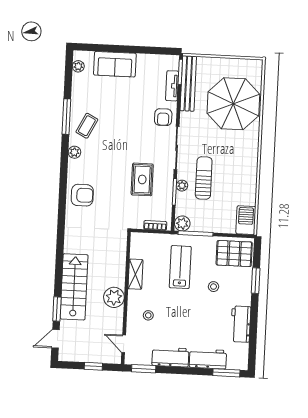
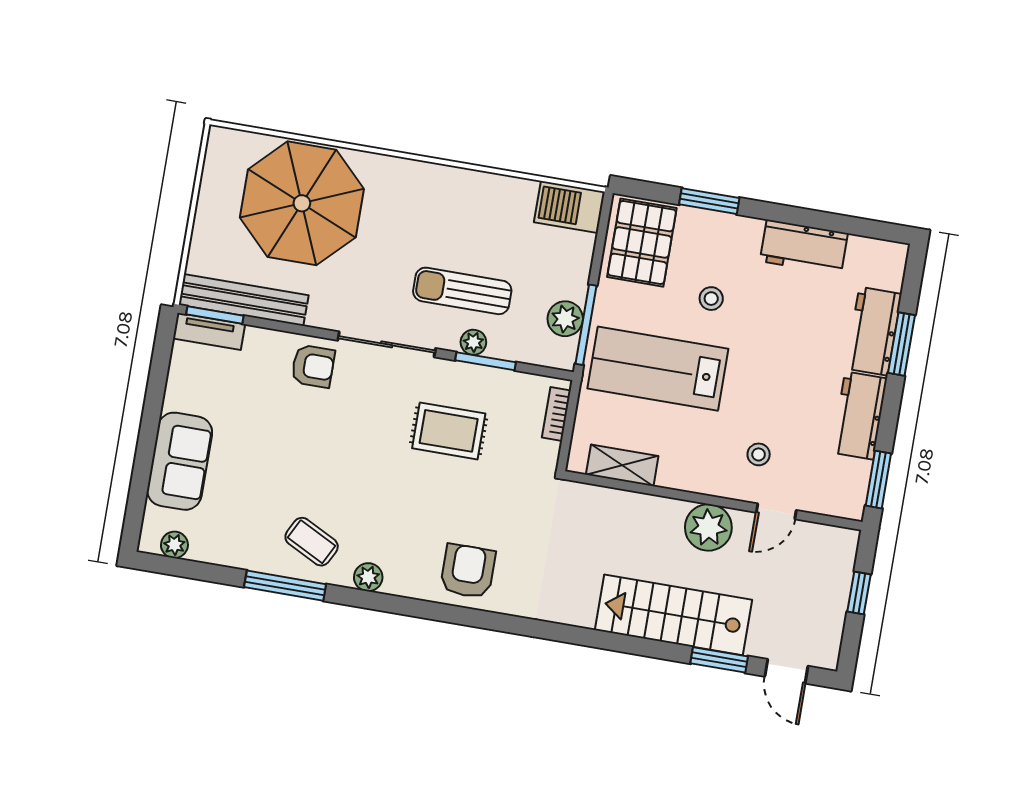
tv unit: (172, 86) -> (209, 331), moved
plant: (182, 223) -> (565, 319), moved
lab bench: (180, 267) -> (658, 369), width x1.36, depth x1.39
shelving: (135, 274) -> (622, 465), moved
door: (124, 344) -> (776, 511), moved
window: (226, 373) -> (902, 344), moved

